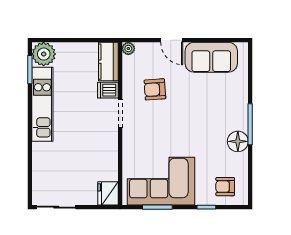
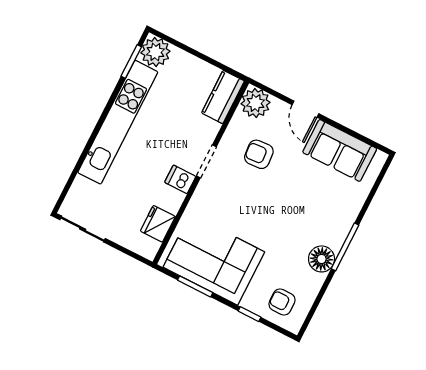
plant: (128, 49) -> (256, 103), width x1.88, depth x1.88
dishwasher: (108, 90) -> (180, 179), moved
kitchen unit: (42, 104) -> (118, 122), width x1.36
fridge: (108, 193) -> (158, 224), moved

